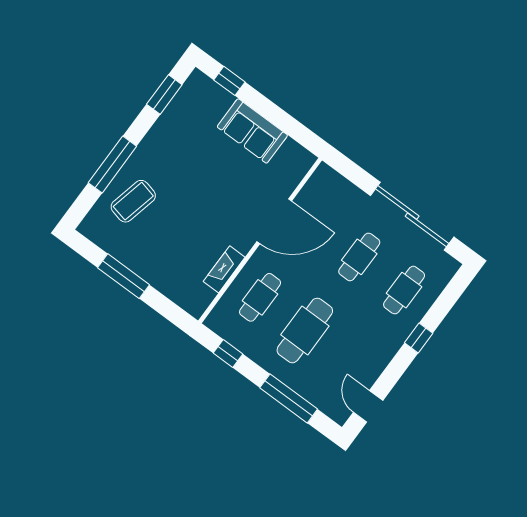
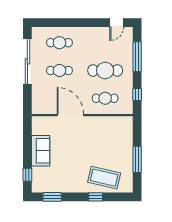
window: (112, 164) -> (96, 197), width x0.46
coffee table: (133, 201) -> (104, 178), width x1.36, depth x1.32
fireplace: (224, 269) -> (105, 121), removed
window: (419, 338) -> (74, 23), removed

